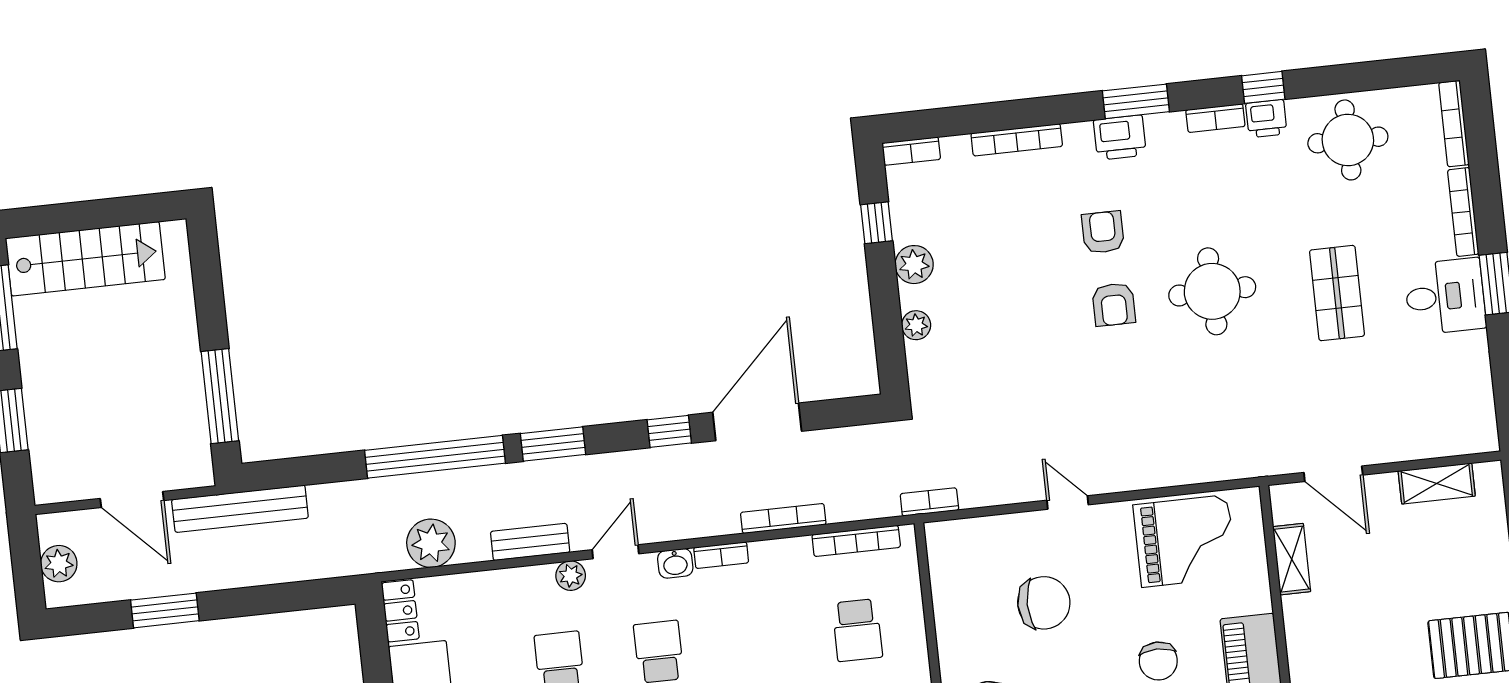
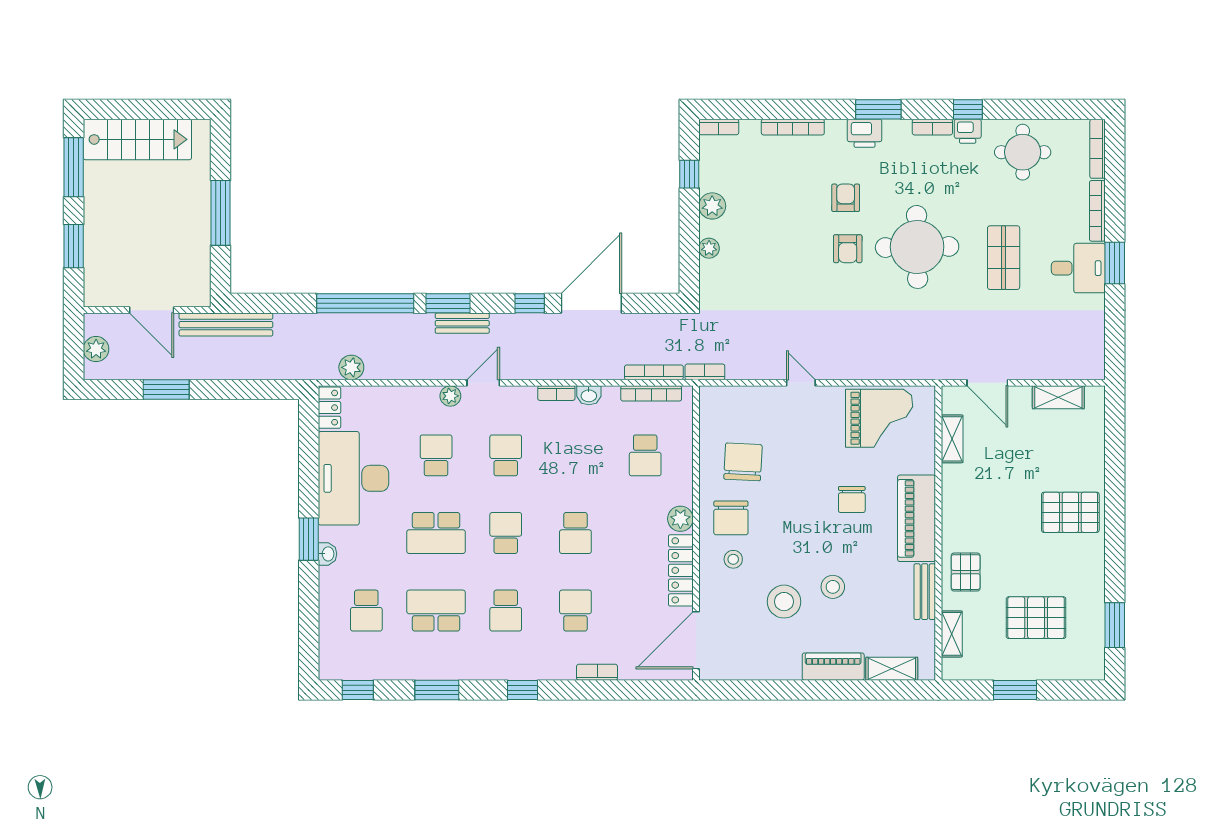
round table: (1212, 291) -> (917, 247), width x1.36, depth x1.36
window: (220, 396) -> (220, 213), moved
bookcase: (783, 518) -> (654, 372), moved
bench: (530, 542) -> (462, 323), moved
plant: (431, 543) -> (351, 367), width x0.73, depth x0.73
washbasin: (675, 563) -> (589, 395), moved
chair: (1044, 603) -> (743, 462), moved, turned -87

